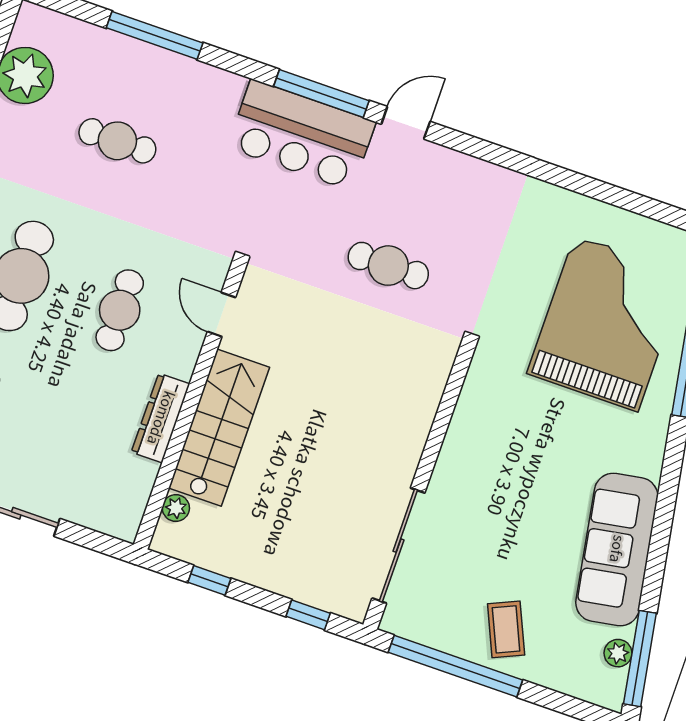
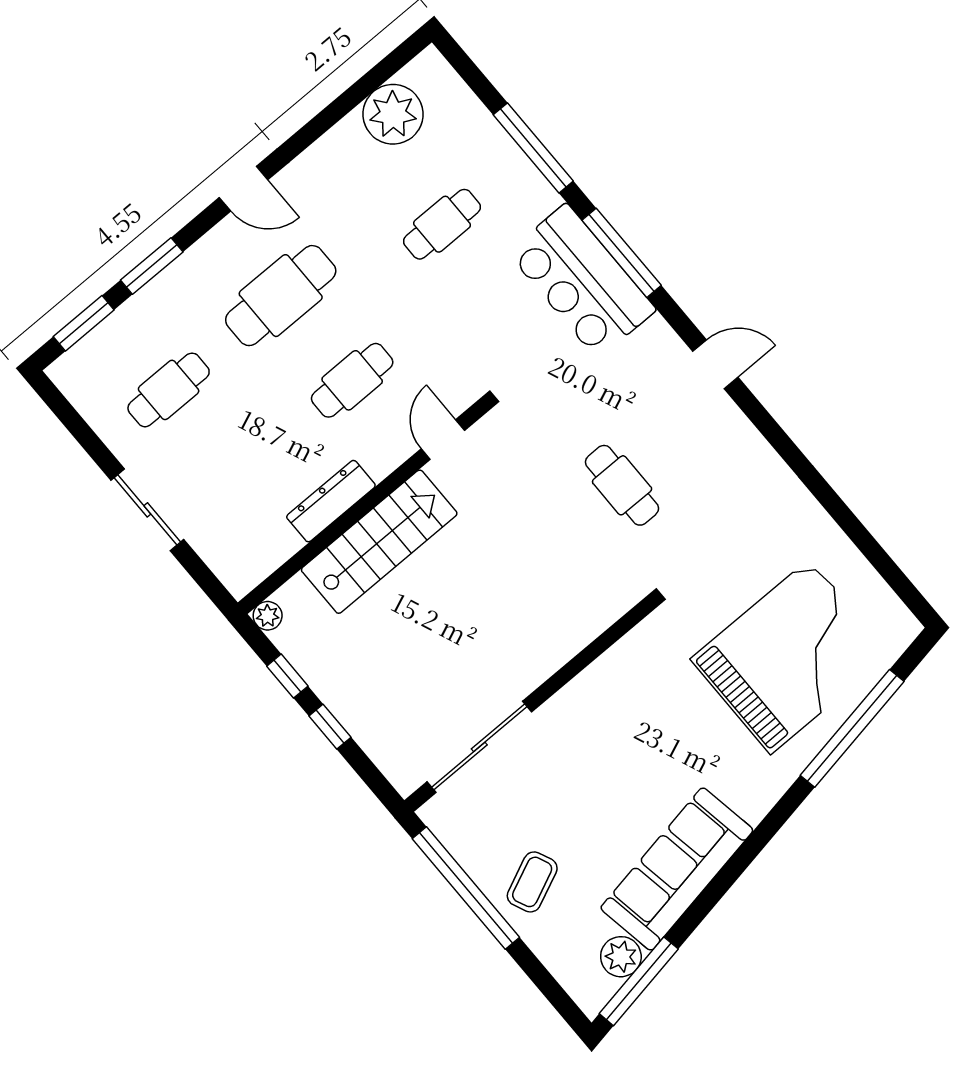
window: (321, 93) -> (622, 253), moved
bar counter: (301, 135) -> (582, 281), moved
cafe table: (117, 141) -> (442, 224), turned 90
plant: (176, 508) -> (268, 616), moved
window: (308, 615) -> (330, 727), moved
plant: (618, 653) -> (621, 957), width x1.38, depth x1.38

